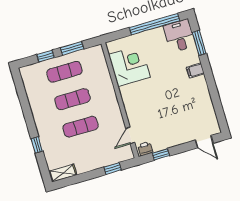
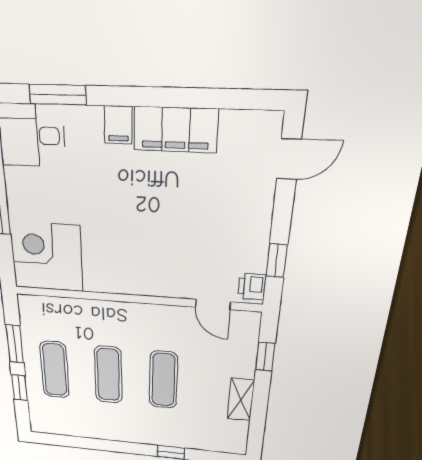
corner desk: (129, 66) -> (47, 257), moved
filing cabinet: (201, 94) -> (176, 130), added
shelving: (63, 173) -> (241, 399), moved

